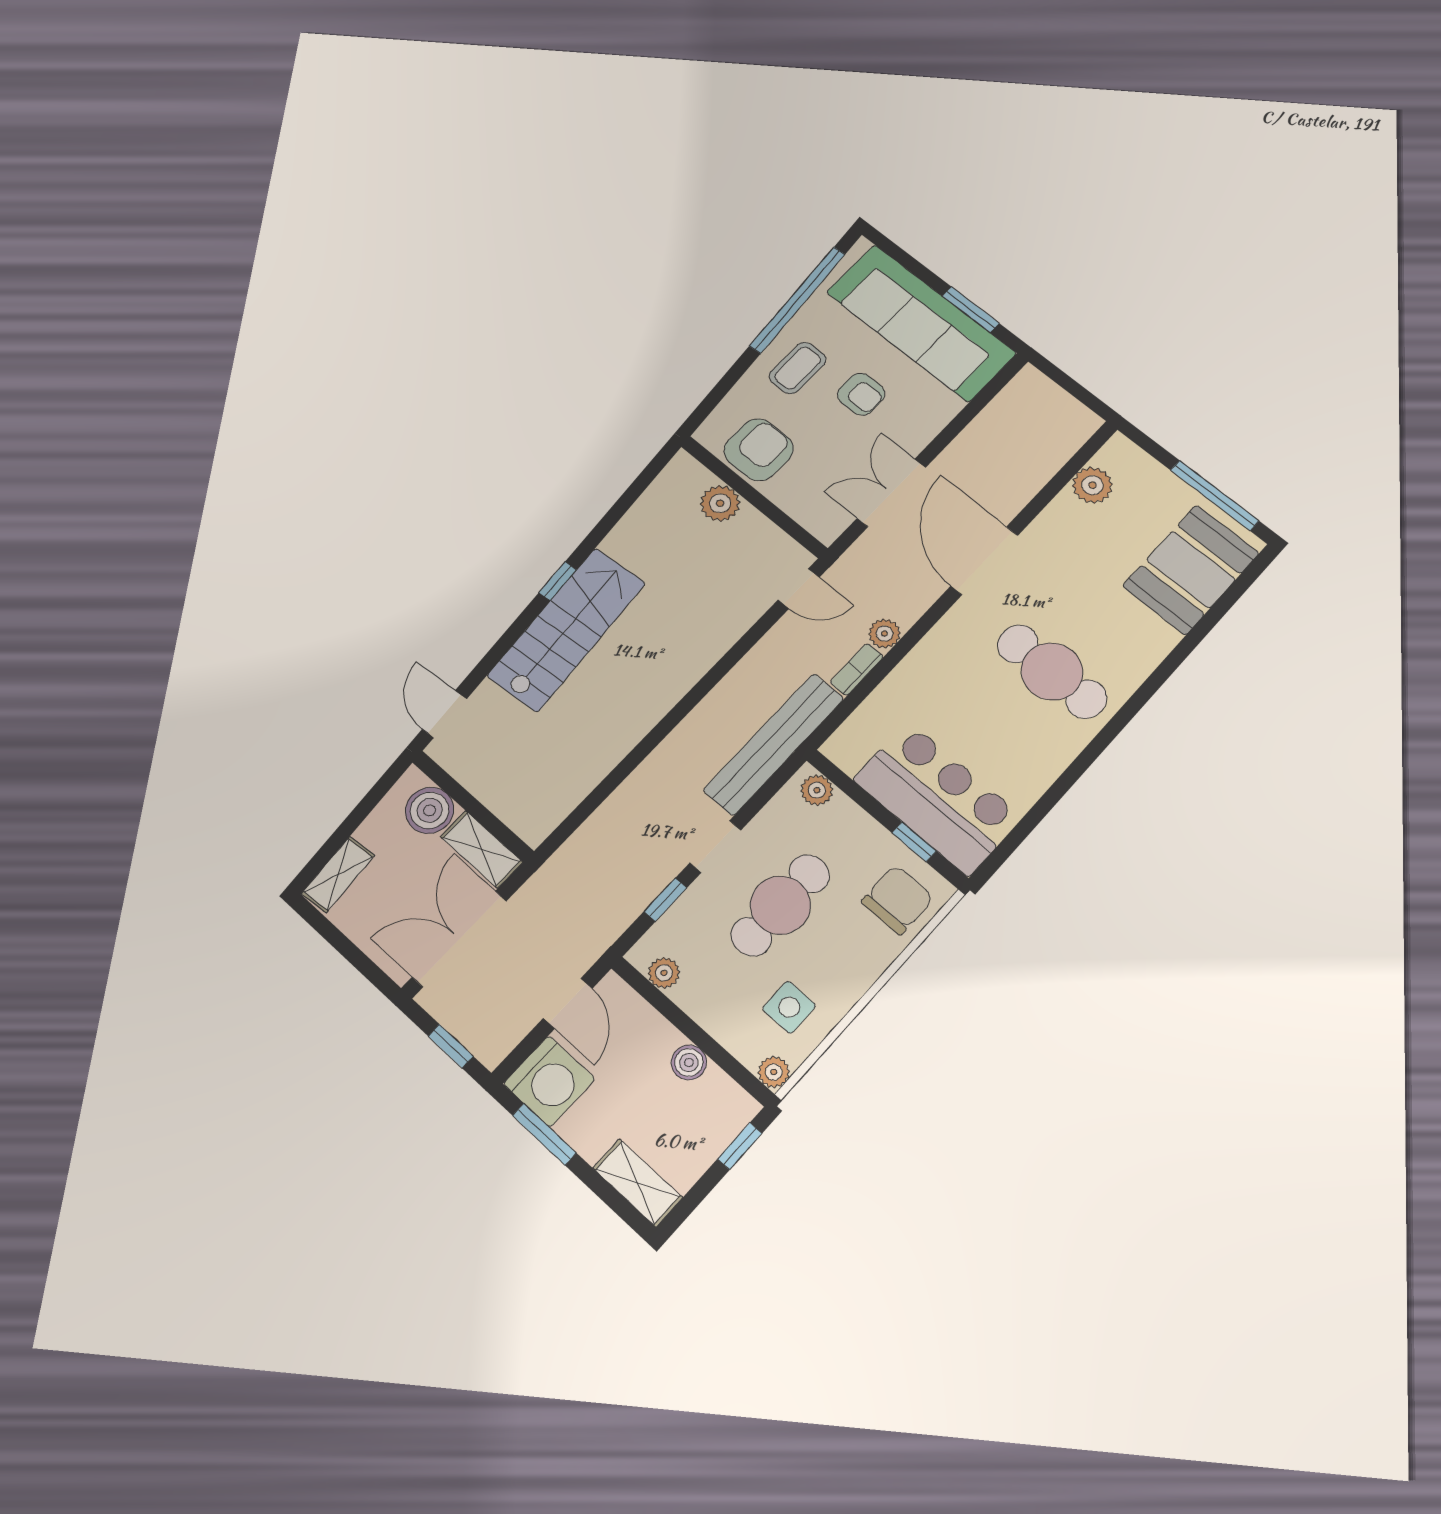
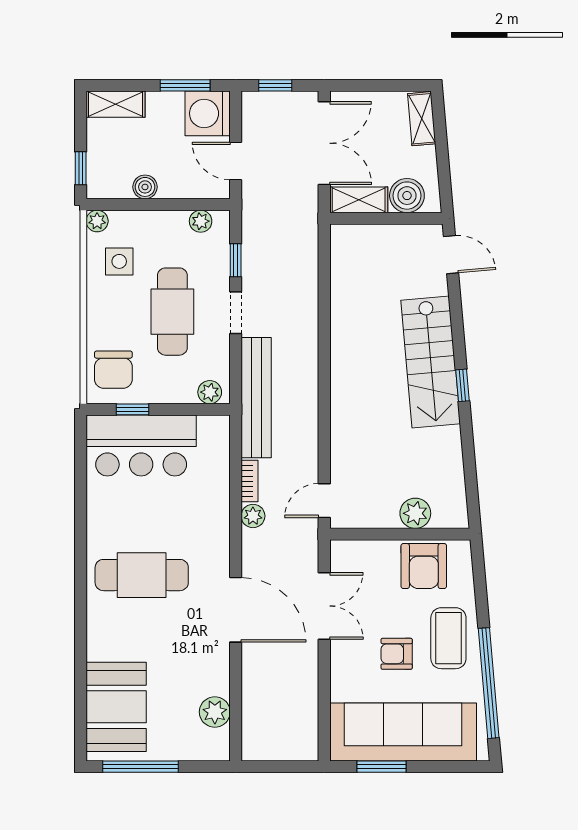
coffee table: (798, 368) -> (448, 638), width x1.36, depth x1.30

